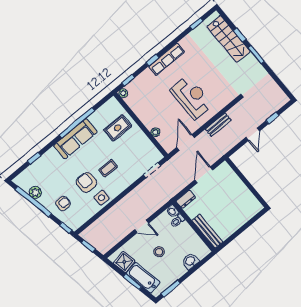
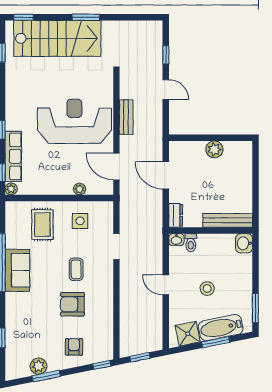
window: (240, 35) -> (23, 17), moved
stairs: (229, 39) -> (57, 38), width x1.36, depth x1.51
row of seats: (167, 59) -> (13, 156), moved
reception desk: (191, 97) -> (74, 121), width x1.36, depth x1.30
sofa: (75, 139) -> (17, 270), width x0.73
doorway: (152, 170) -> (116, 247), moved
plant: (242, 190) -> (214, 149), added
side table: (101, 198) -> (80, 221), moved
window: (33, 202) -> (46, 376), width x0.47
door: (142, 226) -> (166, 285), swing flipped
washbasin: (190, 261) -> (244, 243), moved

